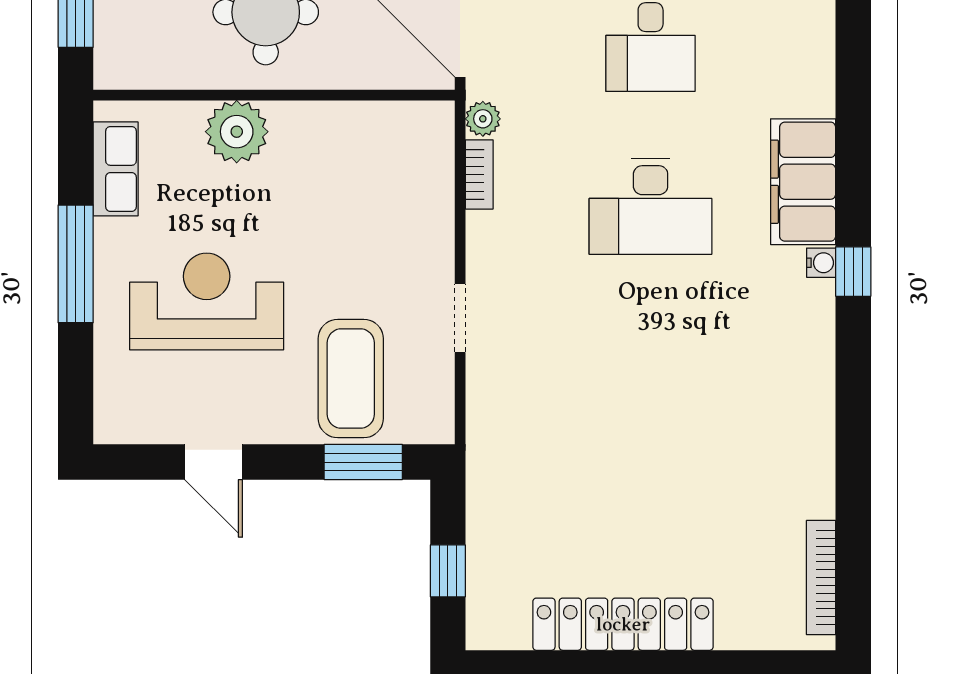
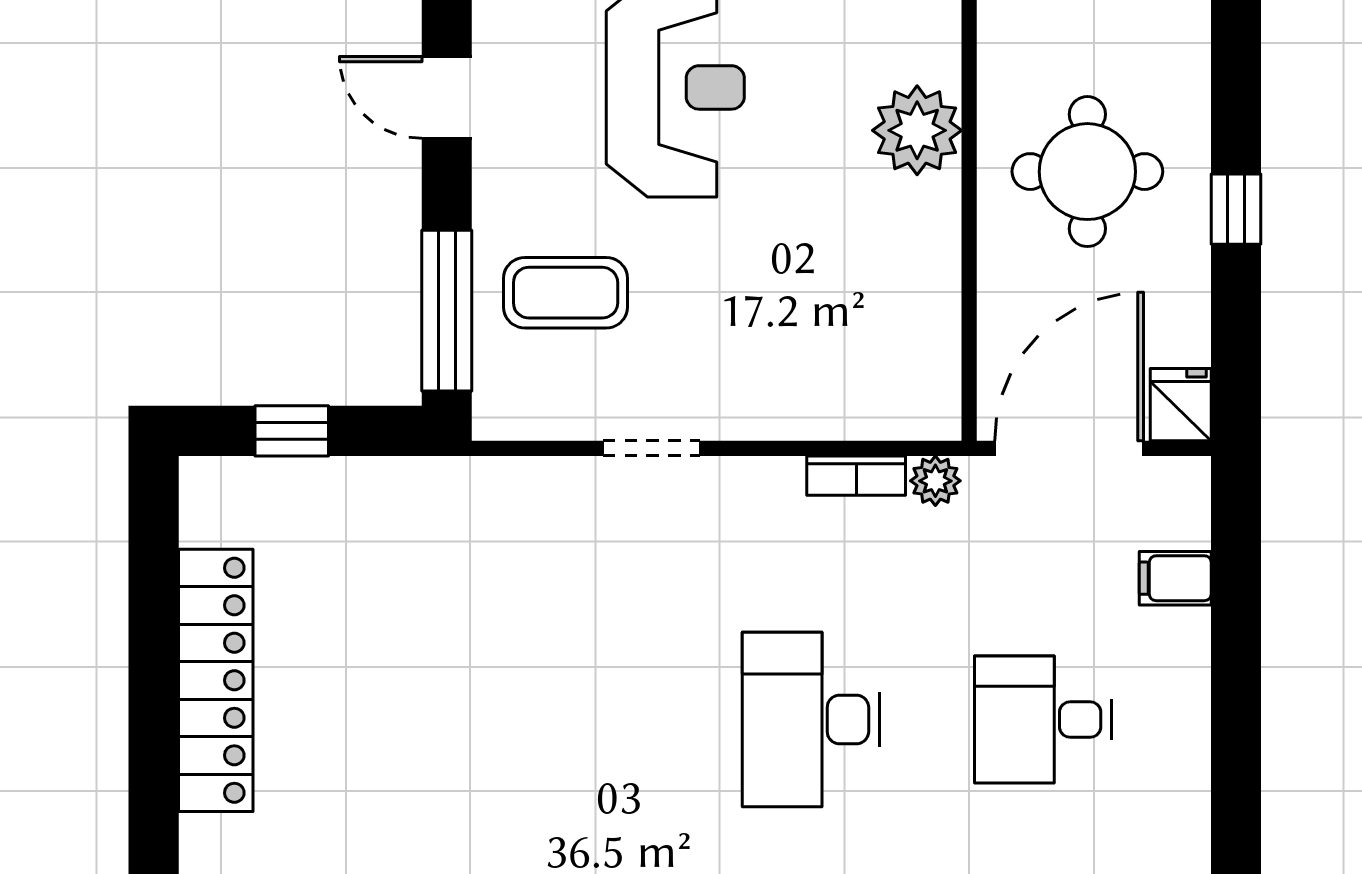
coffee table: (351, 379) -> (566, 293), width x0.73, depth x0.76
door: (214, 462) -> (447, 97), hinge flipped
window: (363, 462) -> (447, 311), width x1.44

